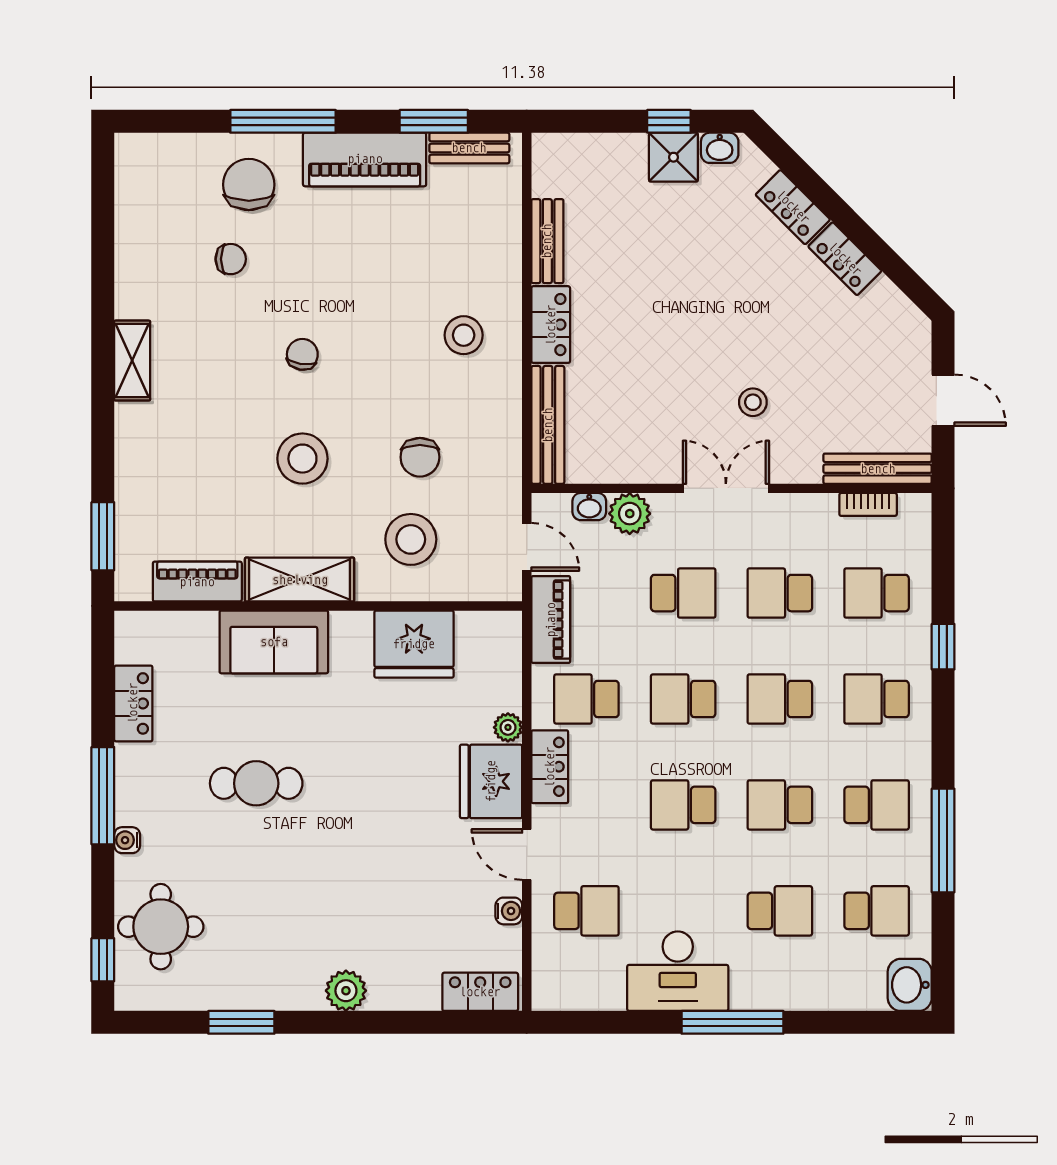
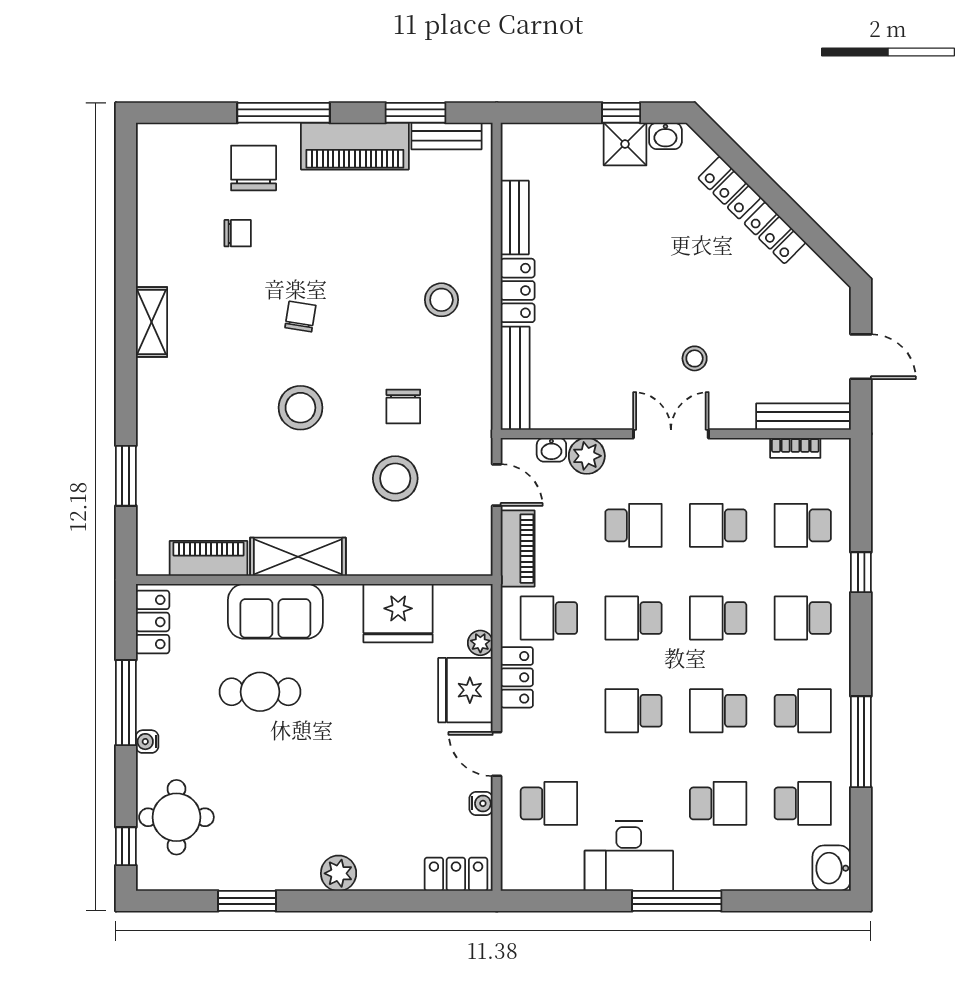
shelving: (300, 580) -> (298, 557), moved
piano: (197, 582) -> (208, 558), moved
wall: (318, 606) -> (314, 580), moved
sofa: (274, 642) -> (275, 611), moved
fridge: (414, 644) -> (398, 613), moved

